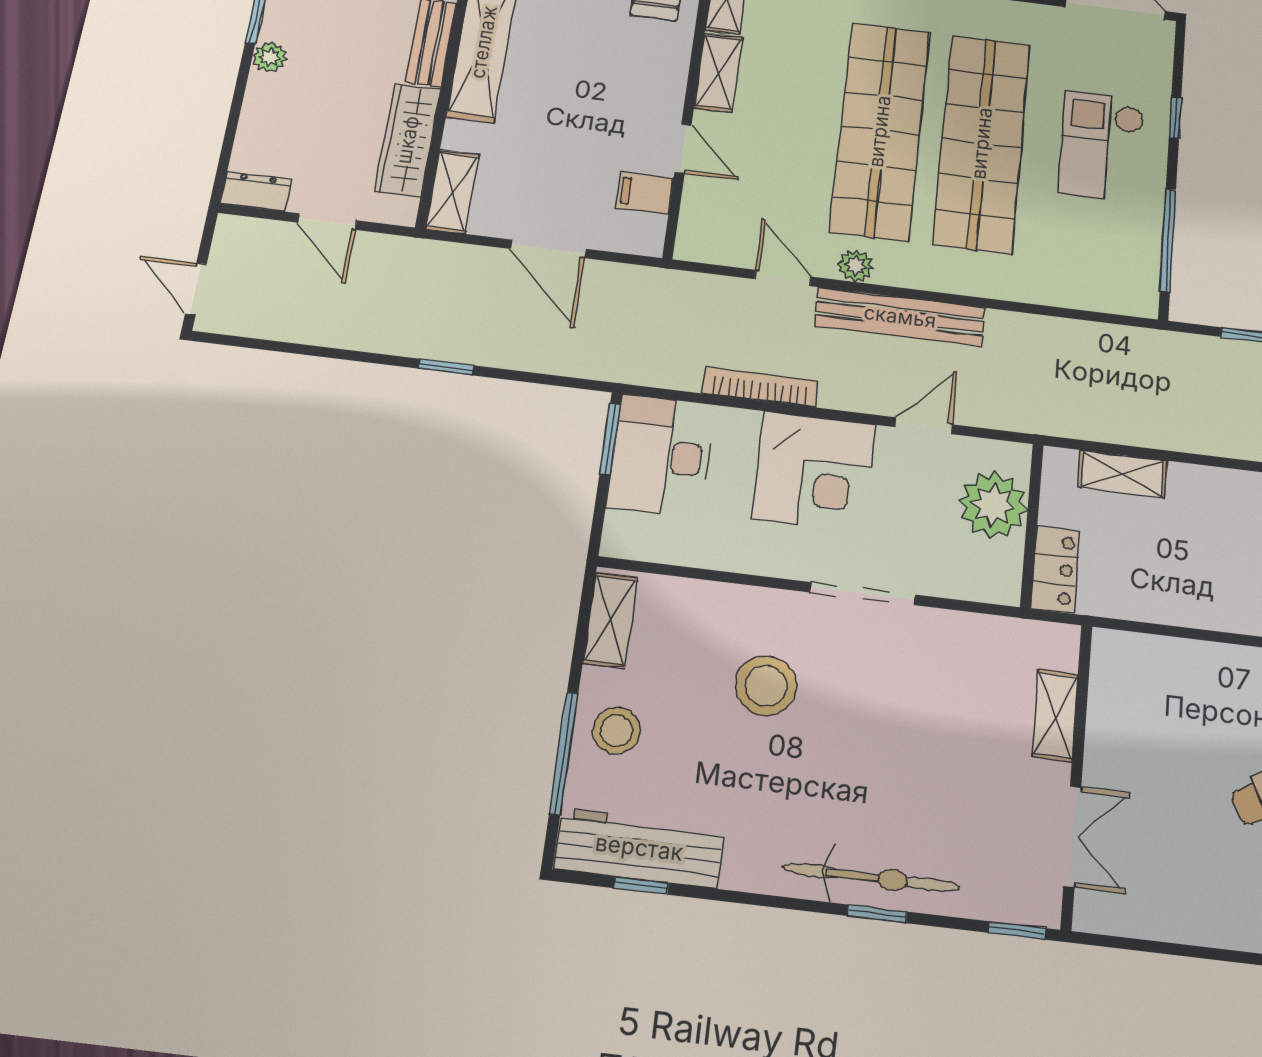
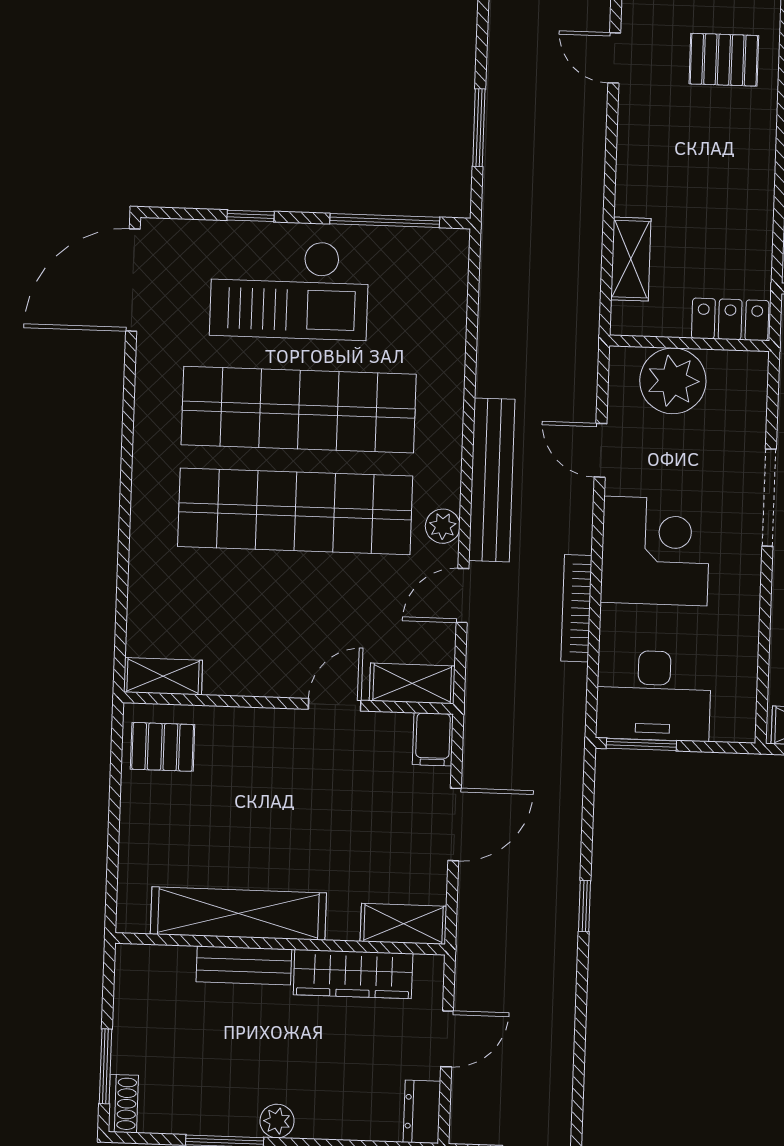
shelving: (718, 72) -> (412, 683), moved
checkout: (1102, 146) -> (289, 289), width x1.36, depth x1.21
filing cabinet: (645, 193) -> (433, 739), moved

